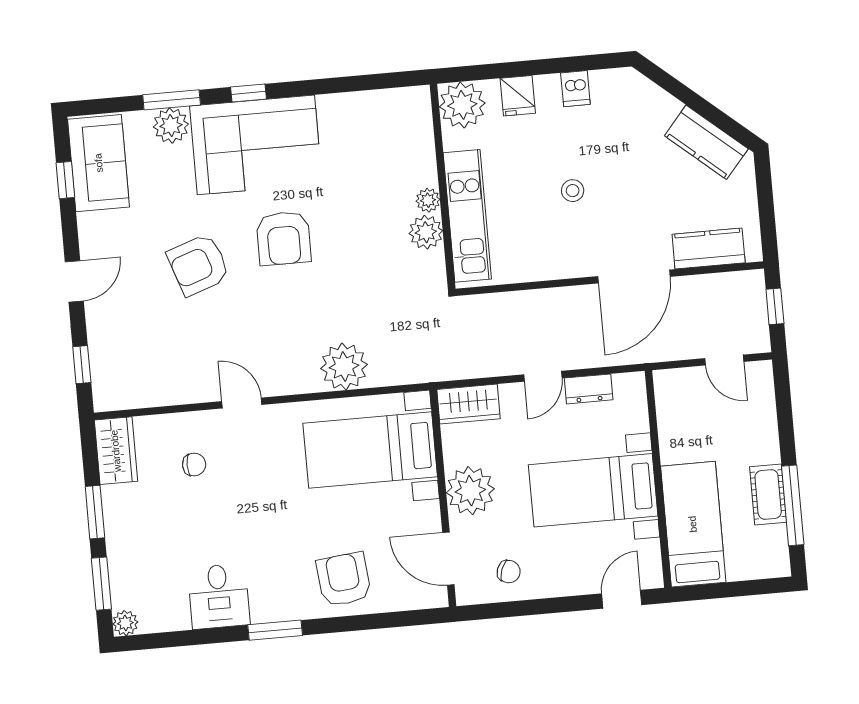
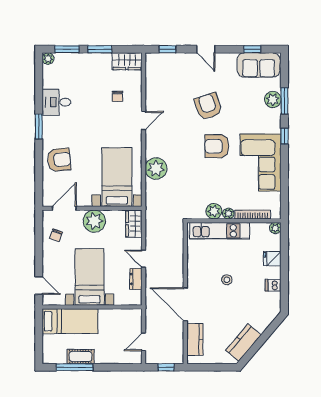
plant: (462, 105) -> (275, 228), width x0.53, depth x0.53
corner sofa: (256, 145) -> (261, 163), moved
bookcase: (425, 147) -> (253, 215), added

